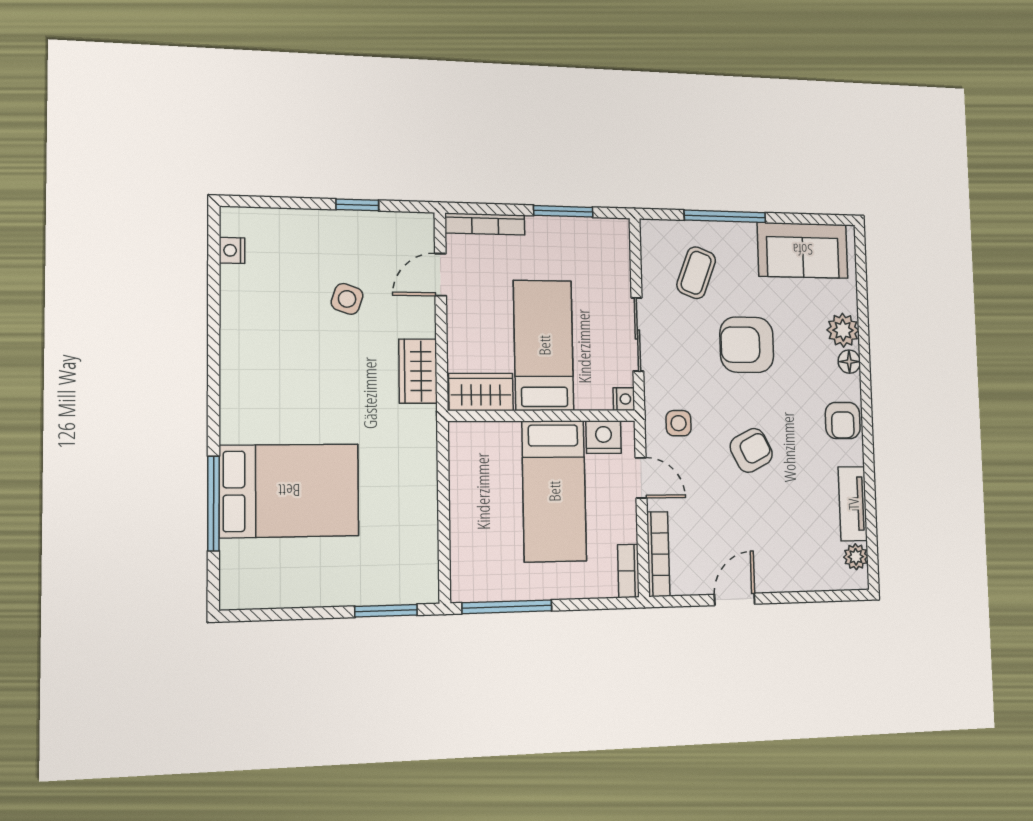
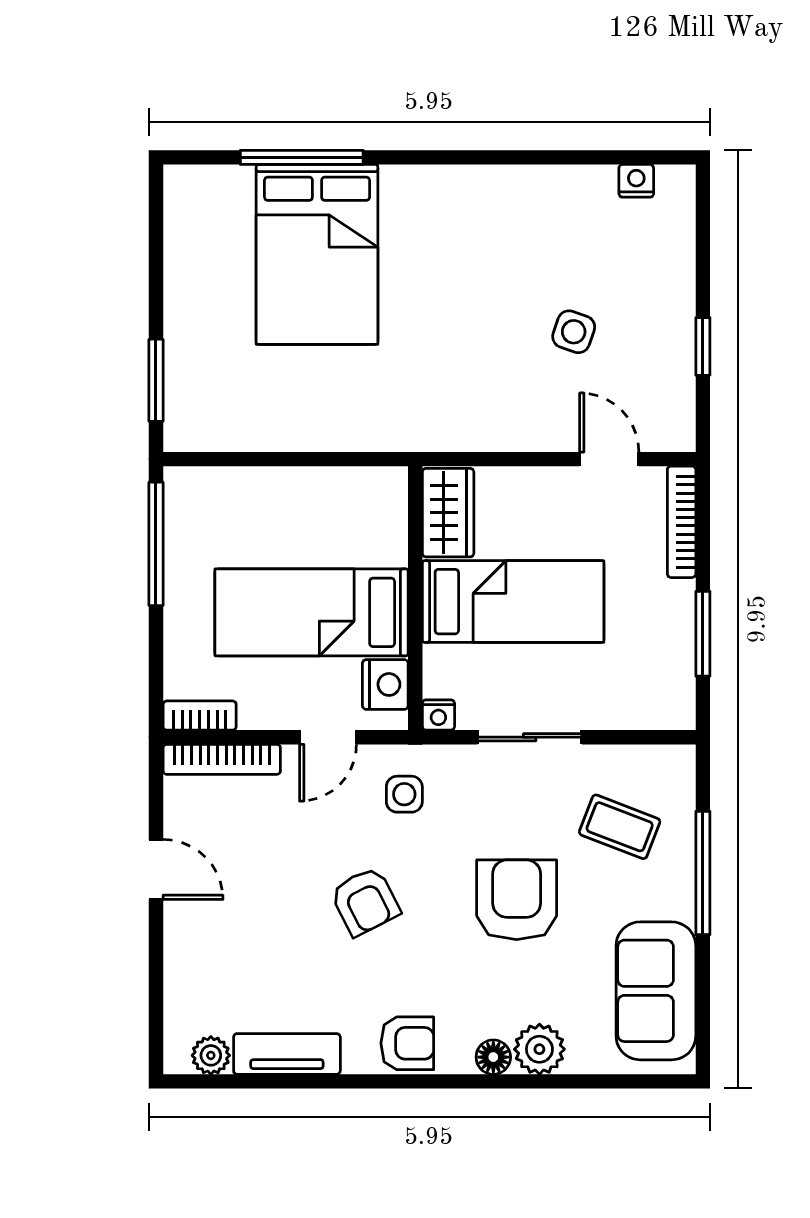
wardrobe: (418, 371) -> (476, 427), removed
armchair: (843, 421) -> (407, 1043), turned 180

